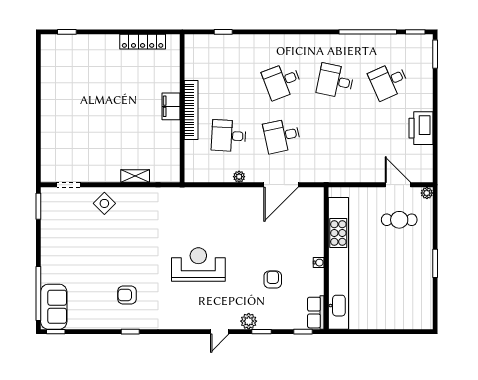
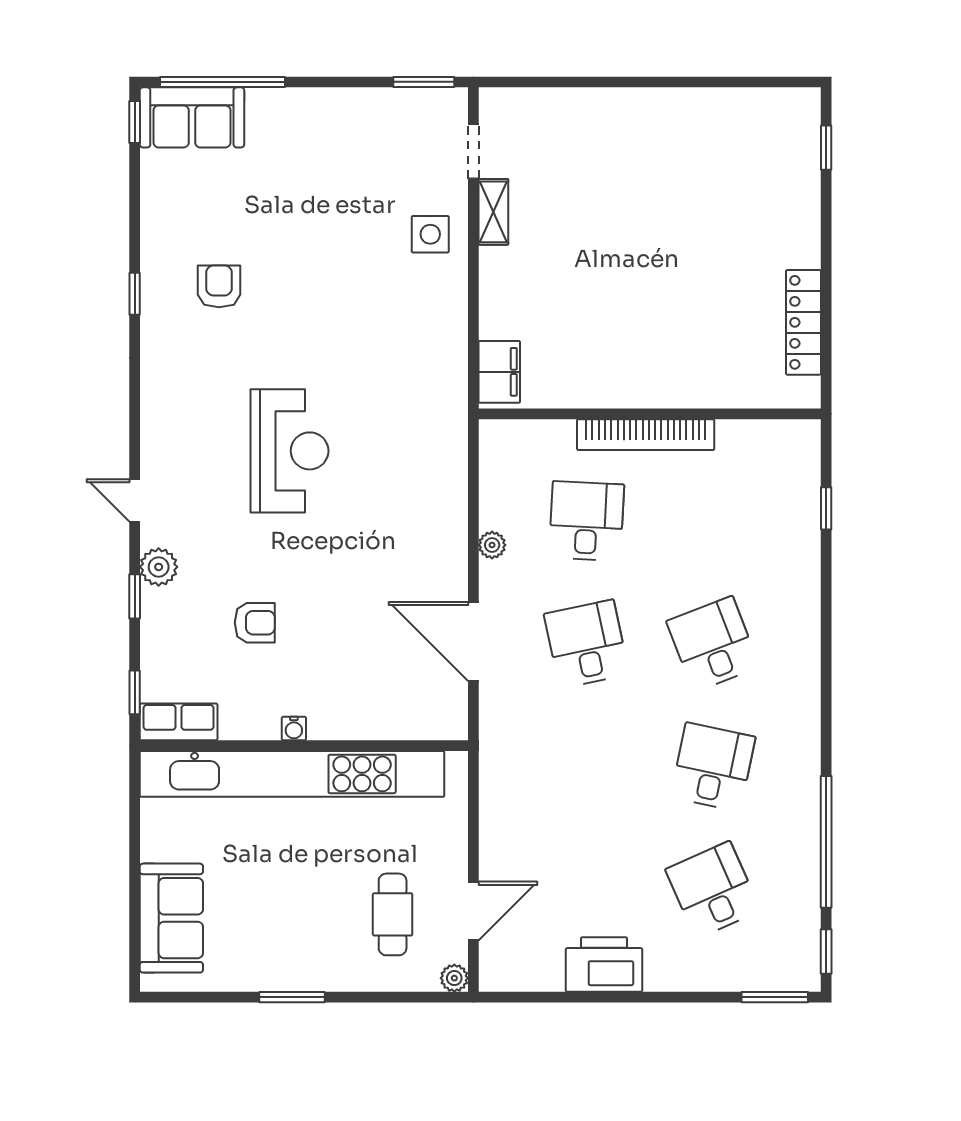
filing cabinet: (171, 106) -> (499, 372), moved, turned 90
shelving: (135, 176) -> (493, 212), moved
side table: (104, 203) -> (430, 234), turned 45
sofa: (401, 316) -> (171, 918), added

